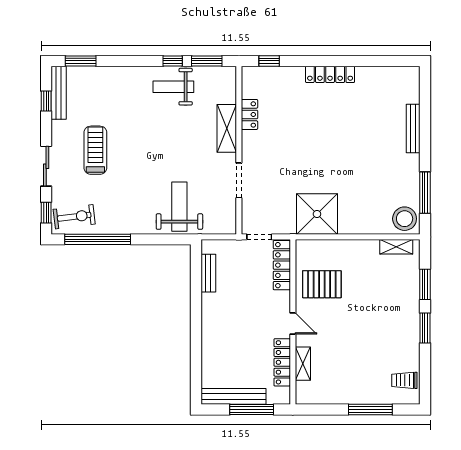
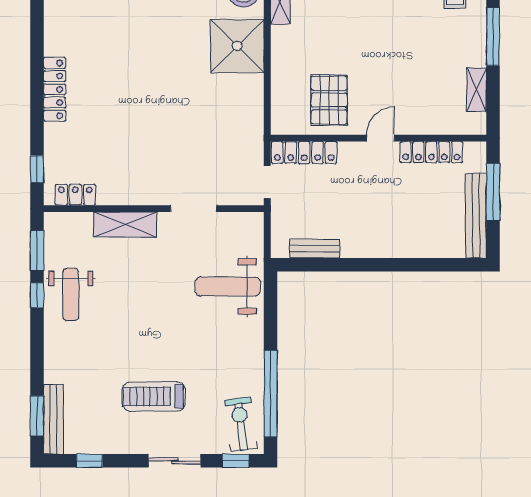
bench: (59, 93) -> (53, 419), moved, turned 90
locker: (250, 114) -> (75, 195), moved
shower: (317, 214) -> (237, 46), moved
shelving: (303, 364) -> (477, 90), moved, turned 90

